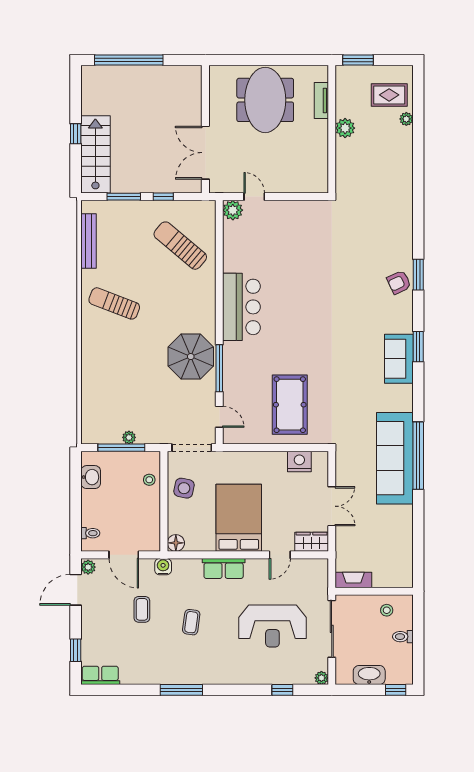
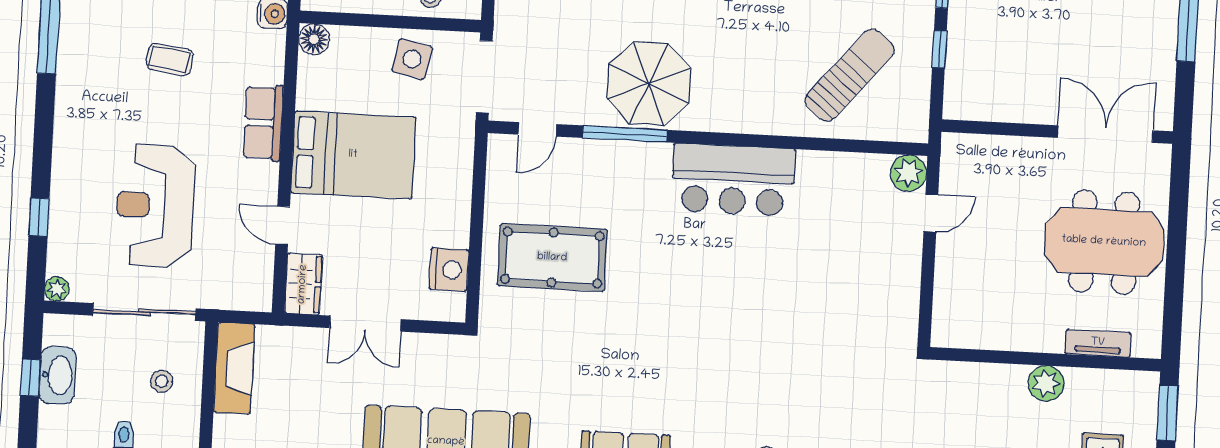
double door: (205, 153) -> (1105, 134), moved
fireplace: (353, 580) -> (234, 368), width x1.37, depth x1.32
stool: (387, 610) -> (162, 381), moved
window: (396, 690) -> (31, 378), moved

